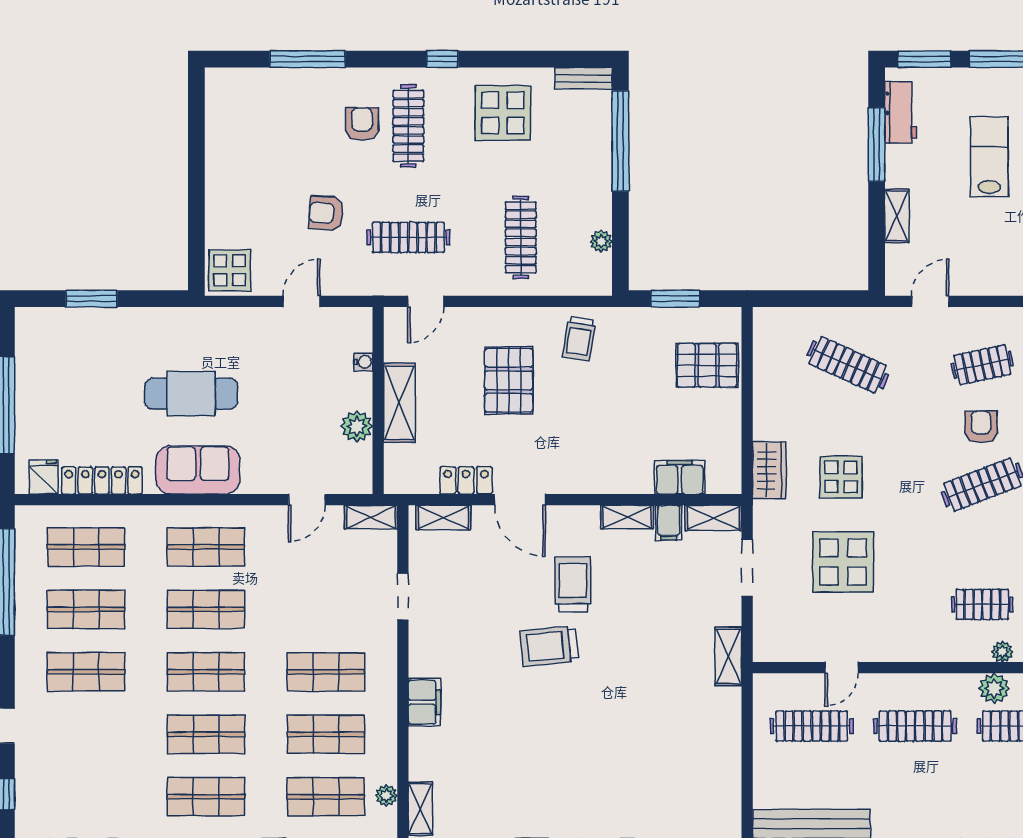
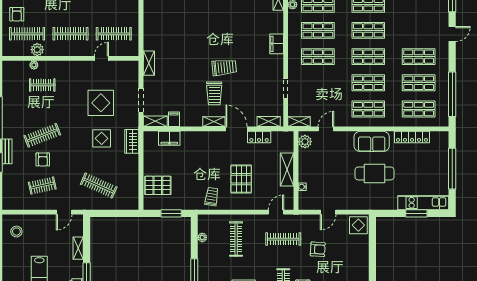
kitchen unit: (75, 324) -> (423, 203), added
plant: (357, 426) -> (305, 142), moved
fridge: (44, 477) -> (436, 138), removed
shelving: (627, 517) -> (214, 122), moved

